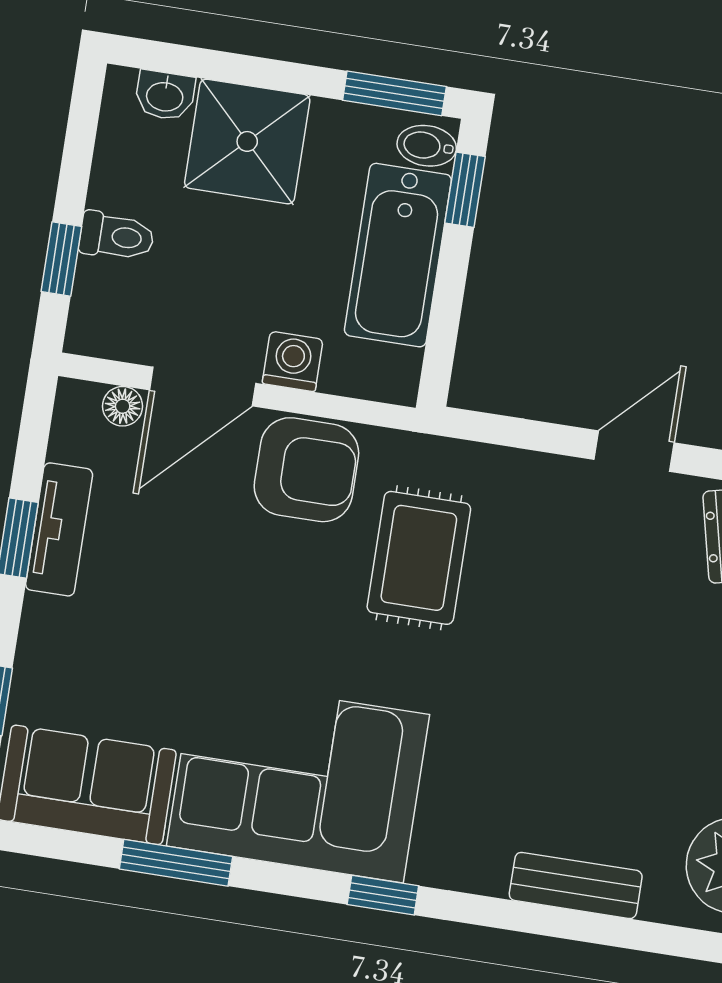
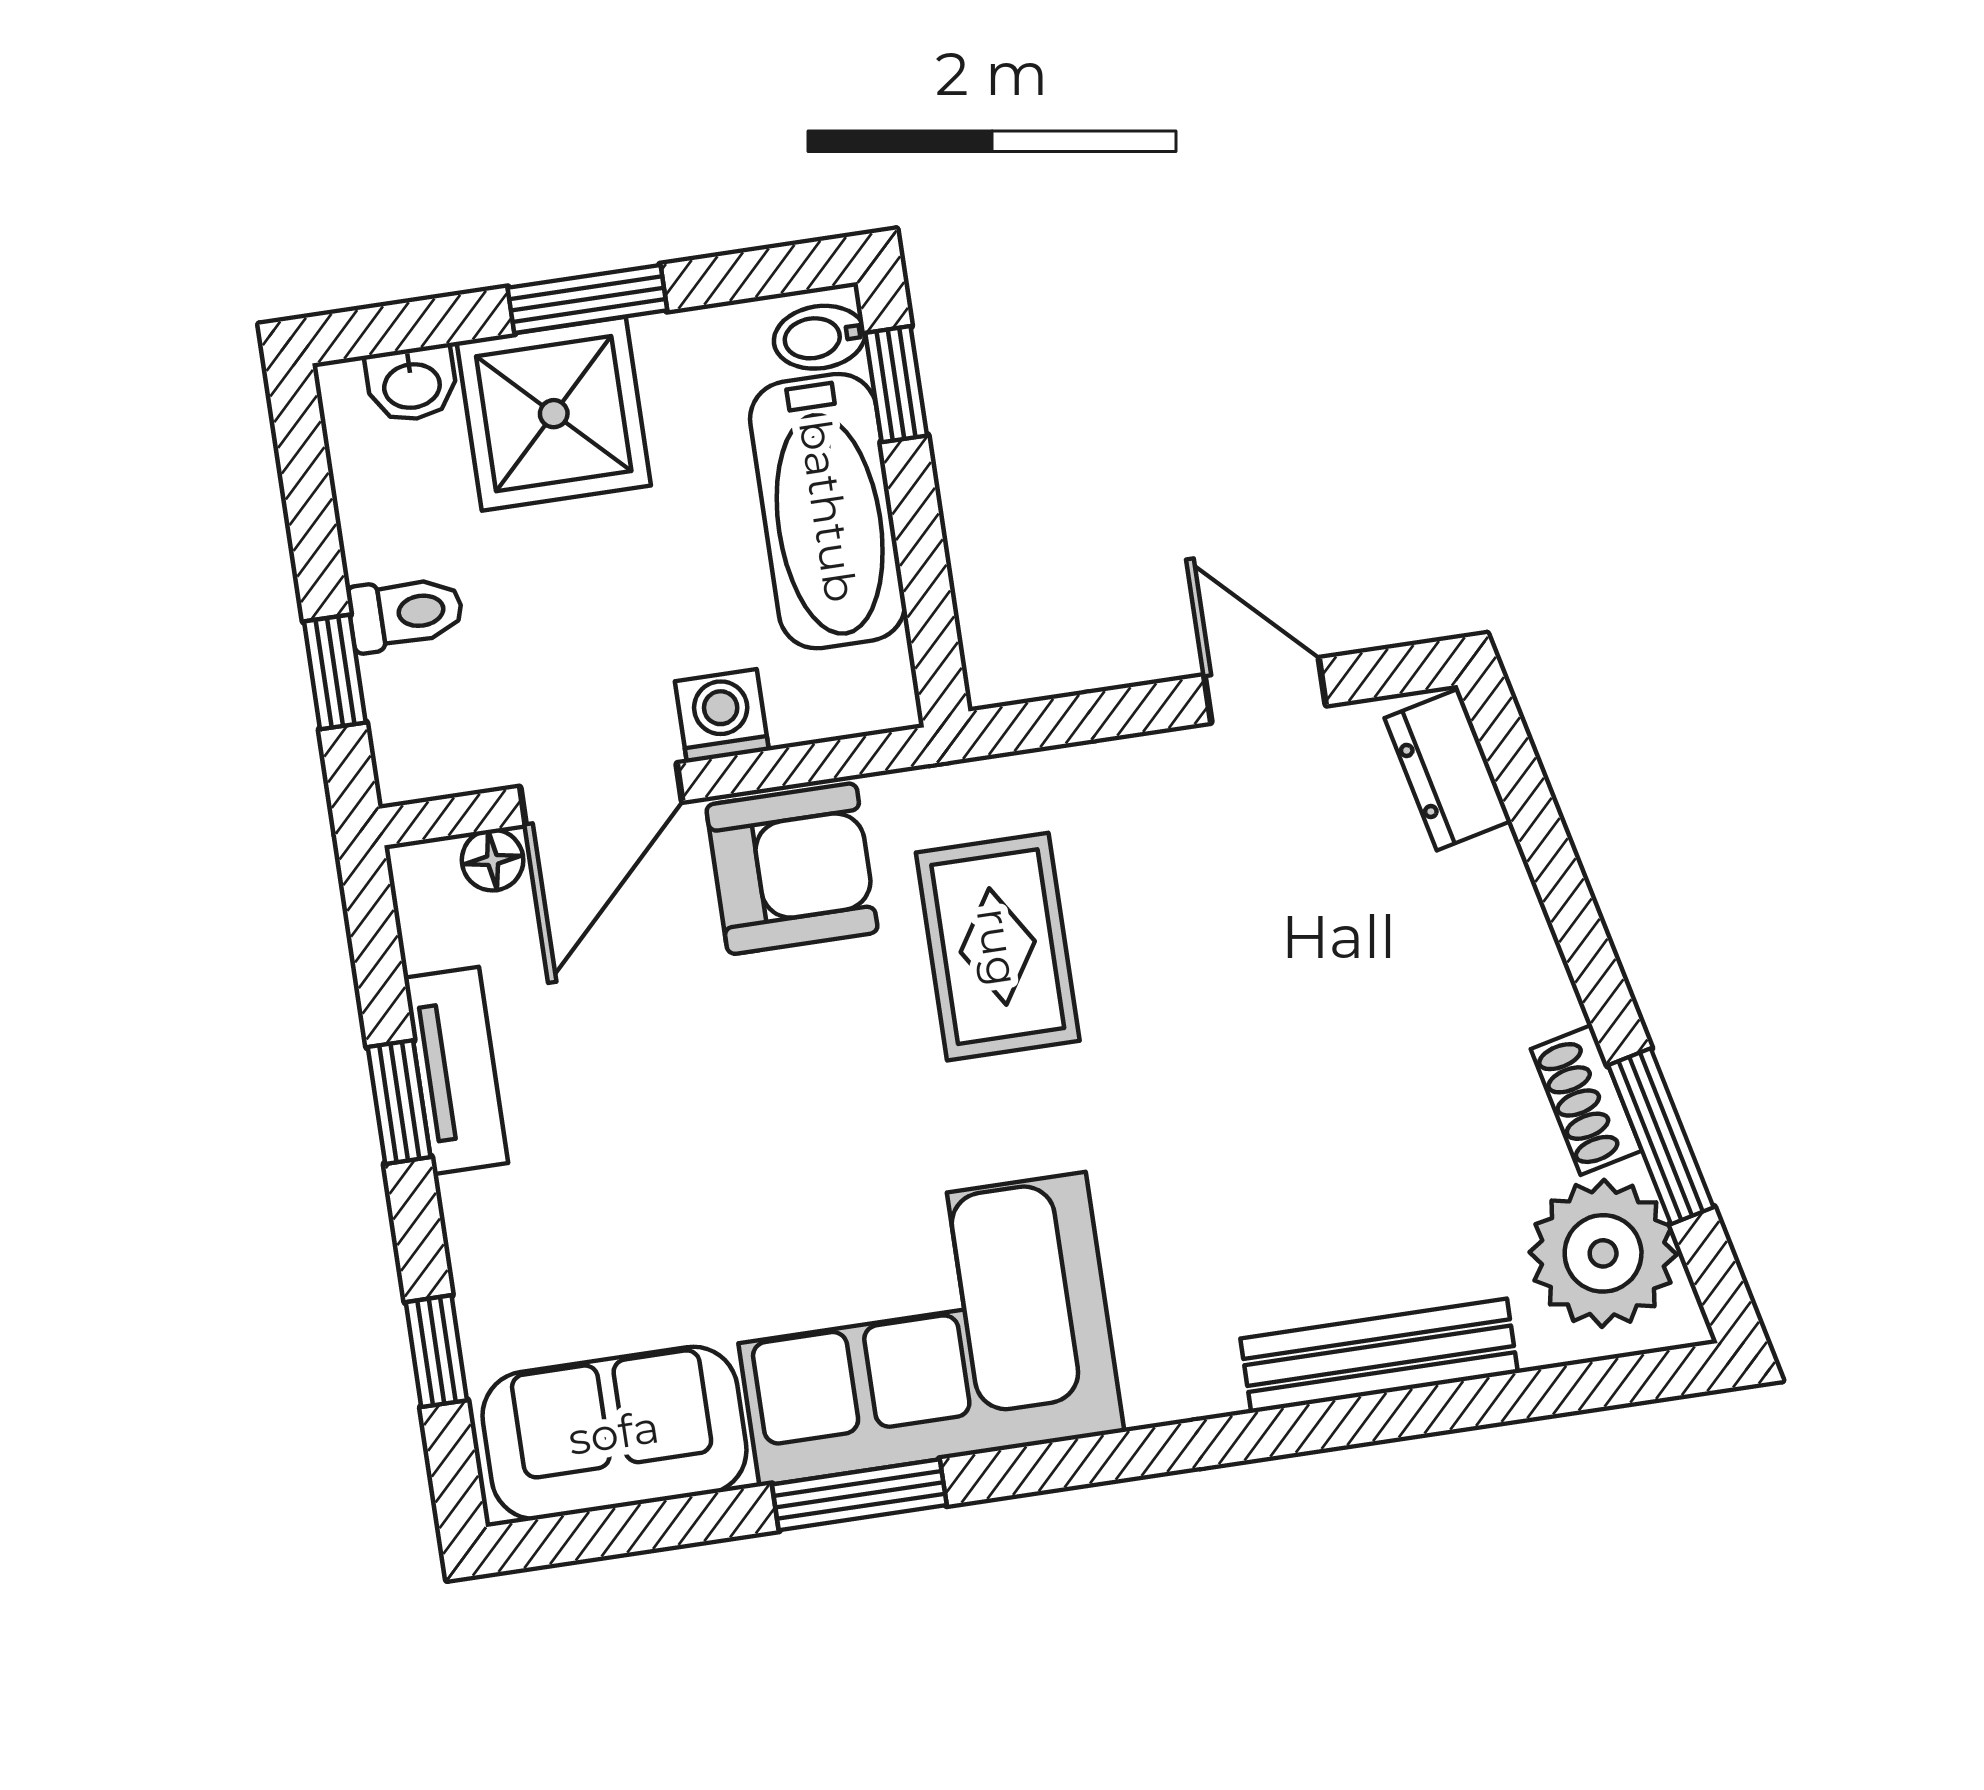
window: (394, 93) -> (587, 299), moved
door: (634, 451) -> (1265, 690), hinge flipped
window: (176, 863) -> (859, 1495), moved
bench: (576, 885) -> (1379, 1356), width x1.36
window: (383, 895) -> (1100, 1459), removed

